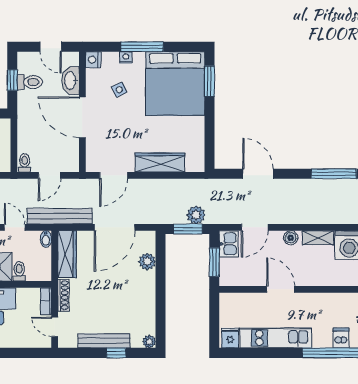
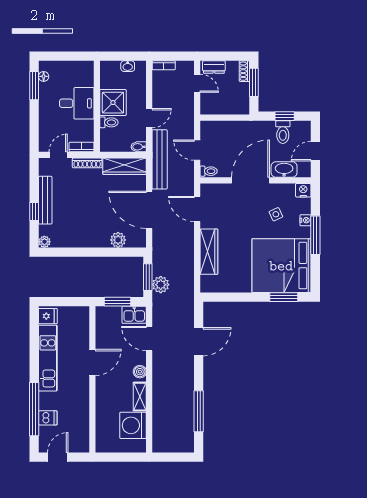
toilet: (25, 163) -> (209, 171), moved

